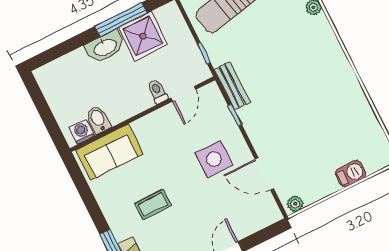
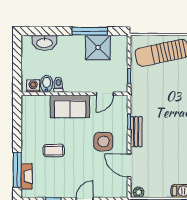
washbasin: (105, 47) -> (45, 43), moved
bench: (232, 86) -> (136, 132), moved
toilet: (158, 92) -> (58, 85), moved
sofa: (109, 152) -> (70, 106), moved

